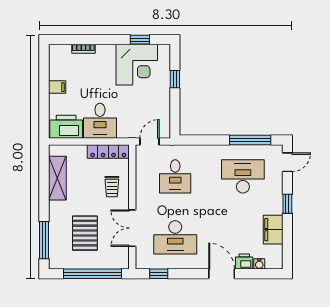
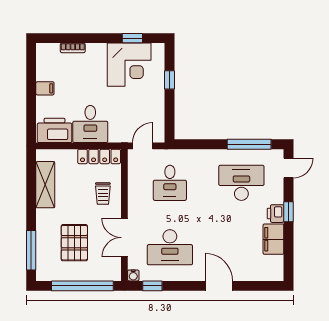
printer: (244, 262) -> (275, 214), moved, turned -90
water cooler: (259, 264) -> (133, 275), moved

